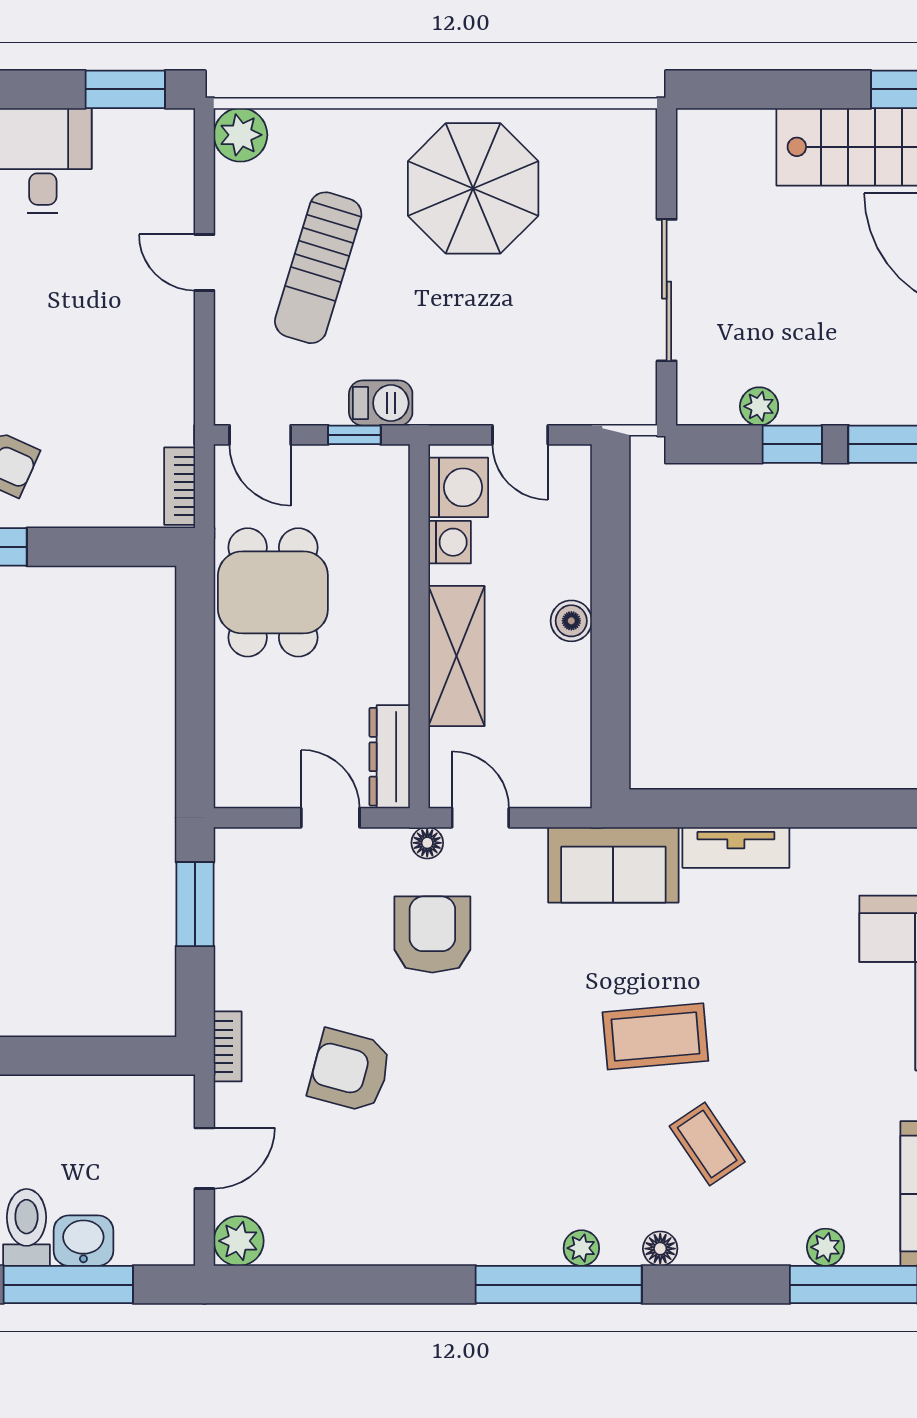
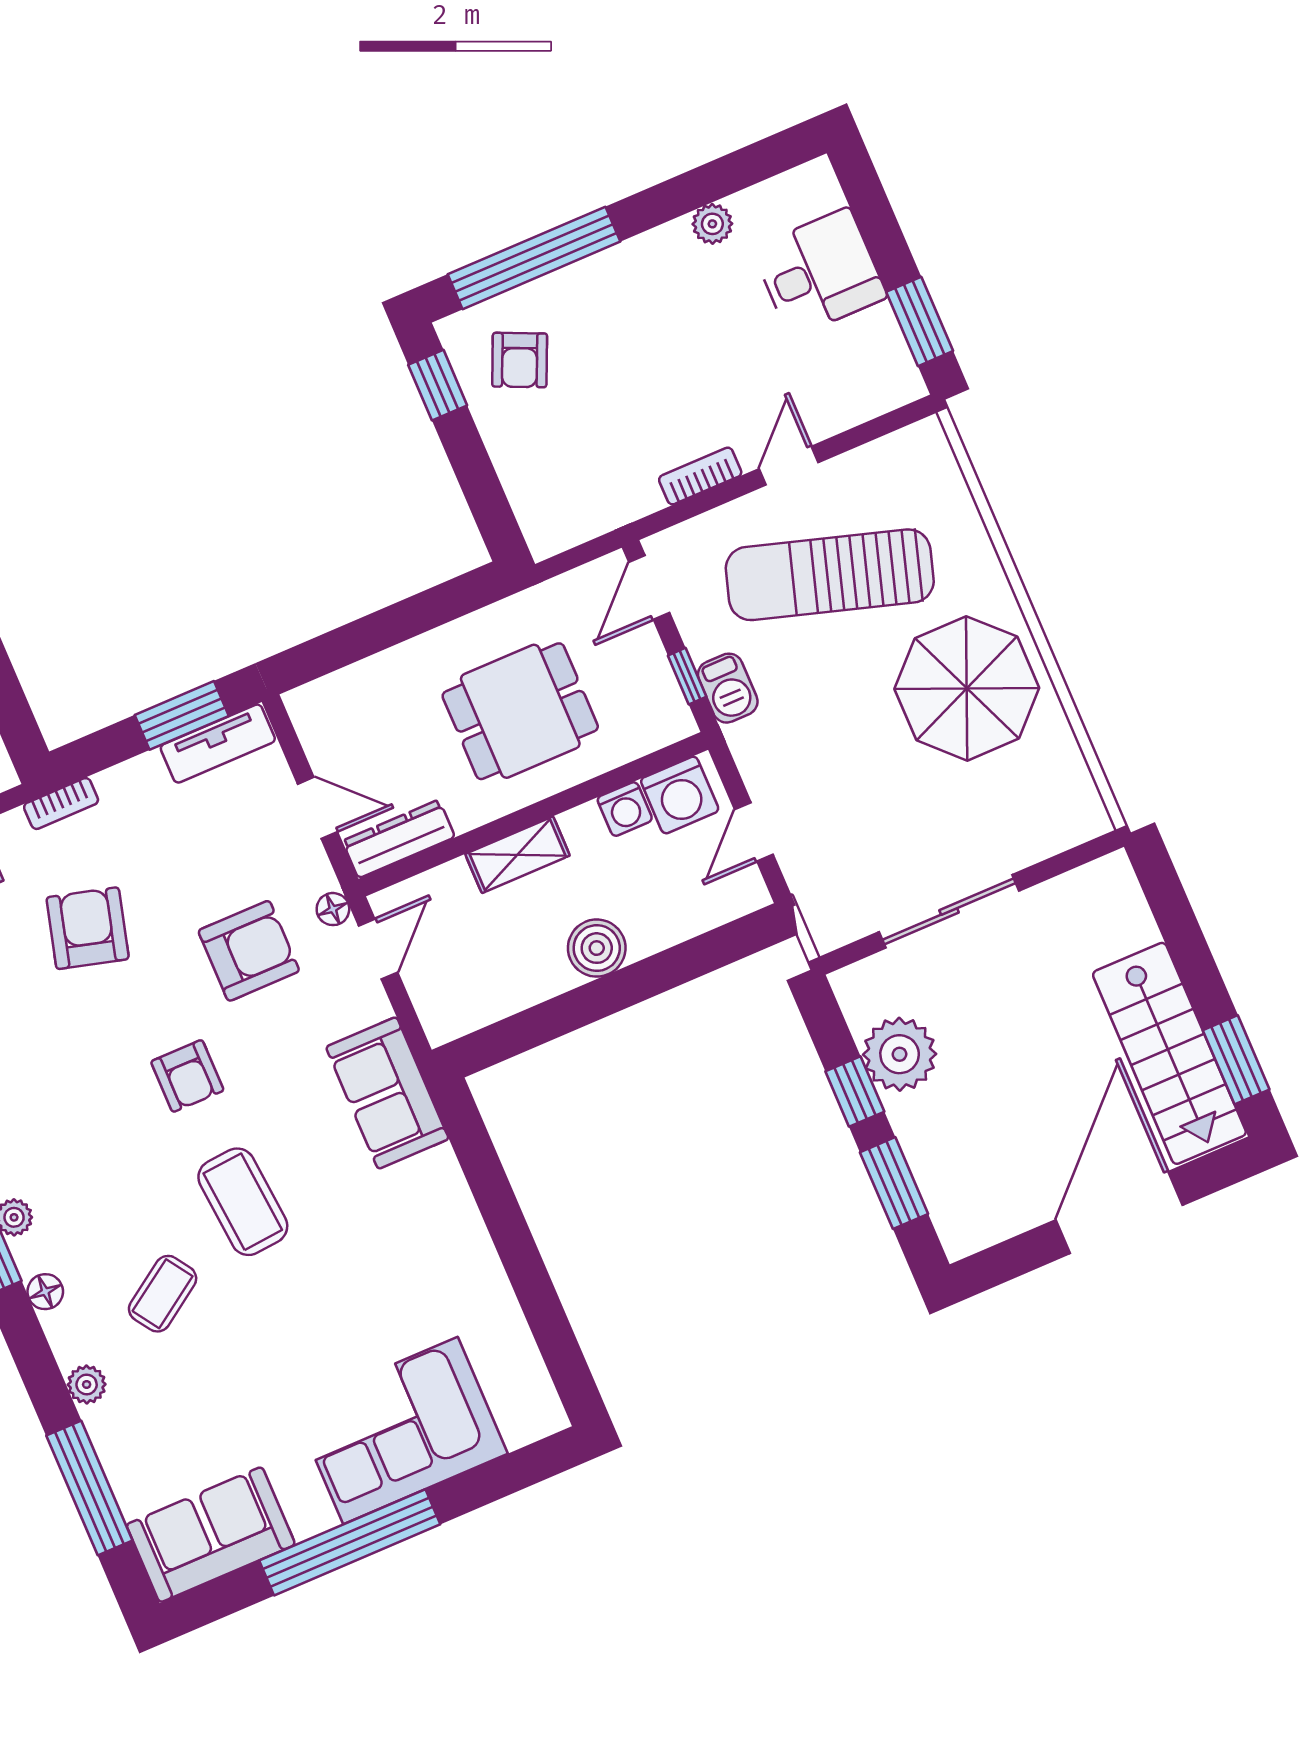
plant: (240, 135) -> (923, 448), removed
sun lounger: (318, 268) -> (830, 575), width x1.36, depth x1.34
plant: (759, 406) -> (900, 1054), width x1.88, depth x1.88
bookcase: (180, 486) -> (700, 476), moved
dining table: (273, 592) -> (520, 711), moved
boiler: (571, 621) -> (597, 948), width x1.36, depth x1.36
shelving: (457, 656) -> (517, 855), width x0.67, depth x0.75
door: (330, 818) -> (318, 808), hinge flipped
tv unit: (736, 847) -> (218, 744), moved, turned -90
armchair: (521, 1038) -> (187, 1076), added
plant: (826, 1247) -> (87, 1384), moved

